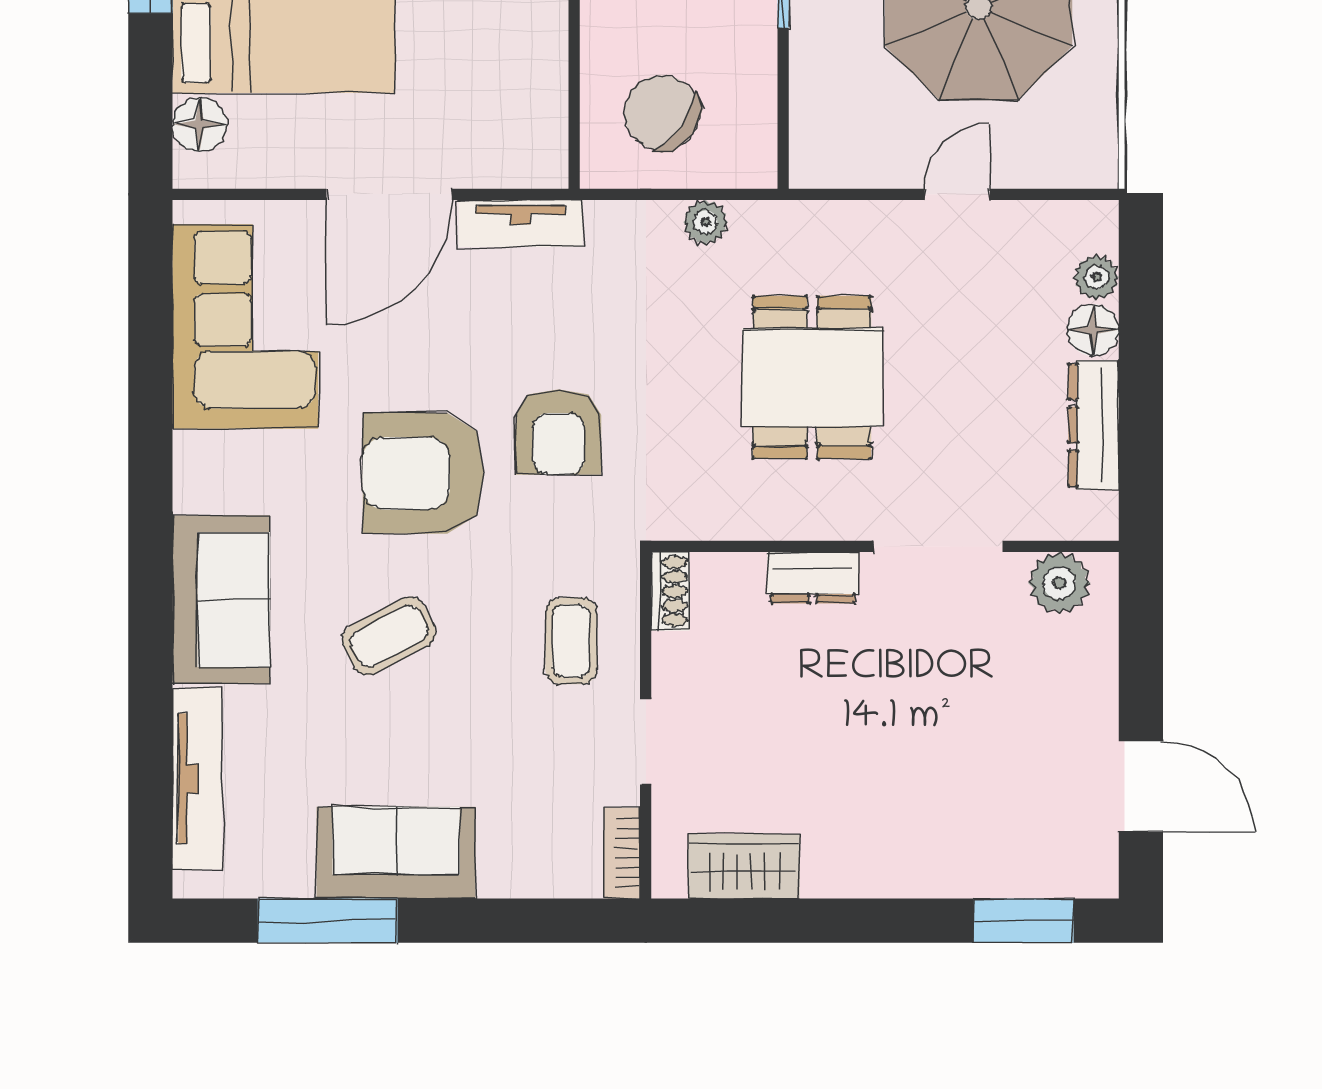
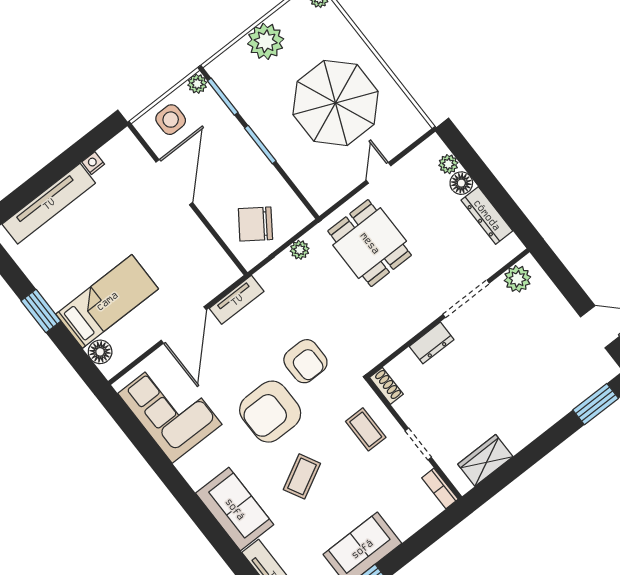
dining table: (812, 377) -> (370, 243), moved

